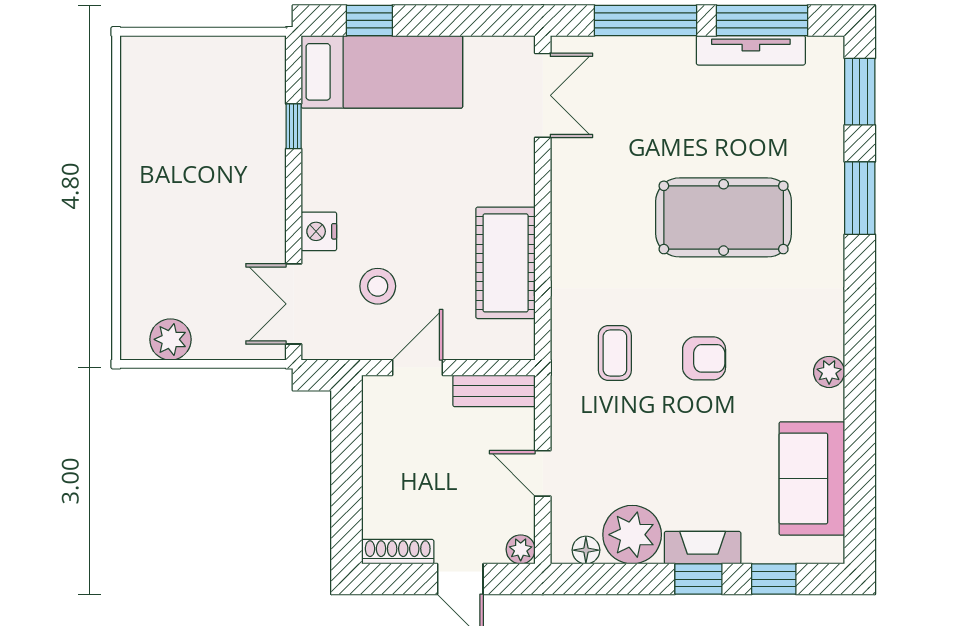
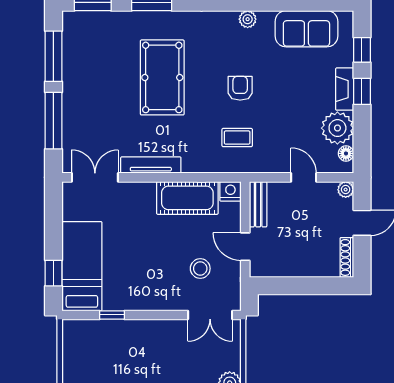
tv unit: (751, 50) -> (151, 165), moved, turned -90
nightstand: (319, 231) -> (230, 191), moved, turned 180
door: (543, 473) -> (304, 177), swing flipped

